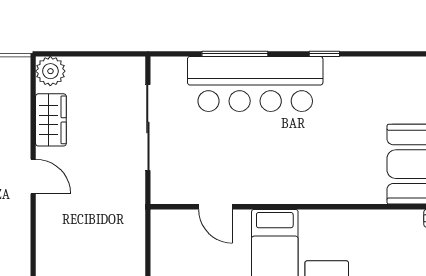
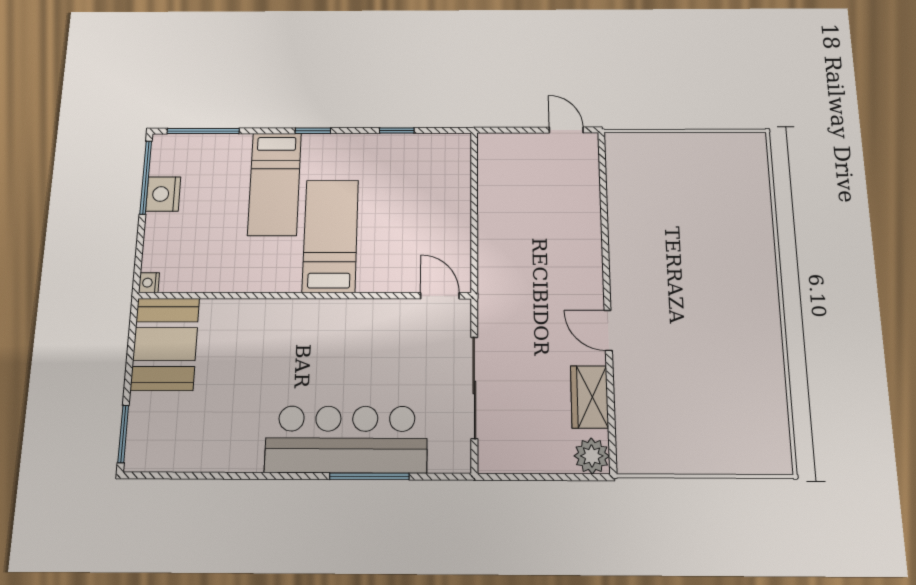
window: (324, 54) -> (262, 476), removed
door: (215, 207) -> (440, 296), moved

